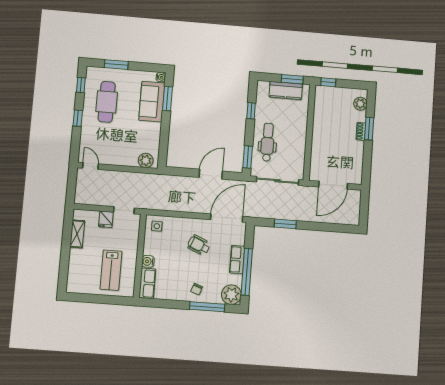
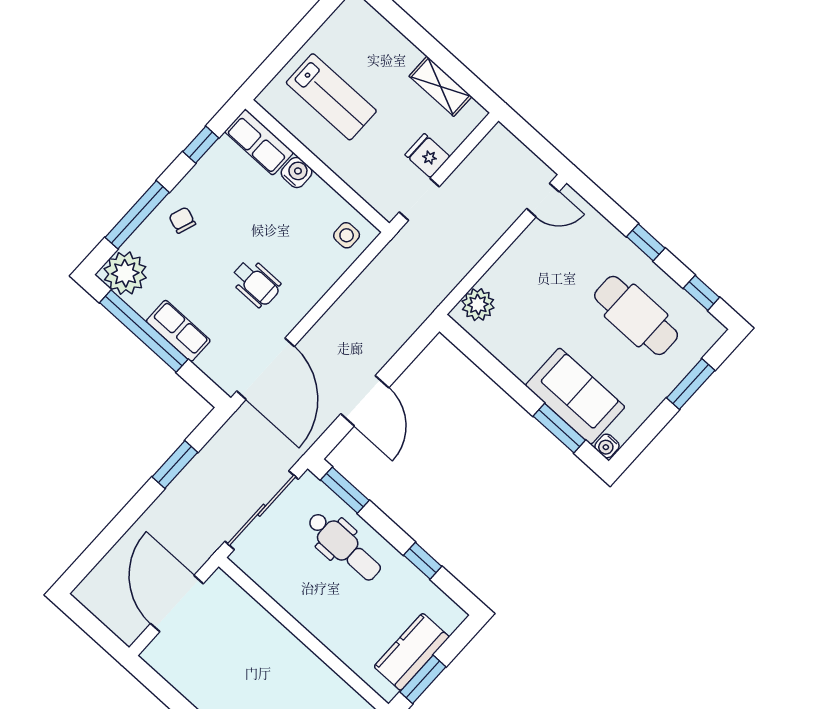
wheelchair: (199, 245) -> (256, 283), turned 67
lab bench: (111, 270) -> (331, 97), turned 180
window: (164, 304) -> (201, 145), added

